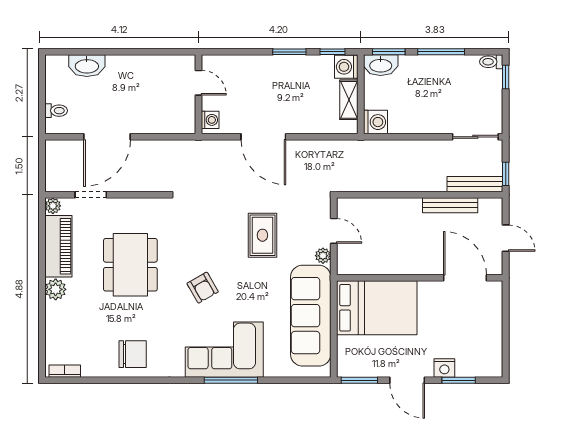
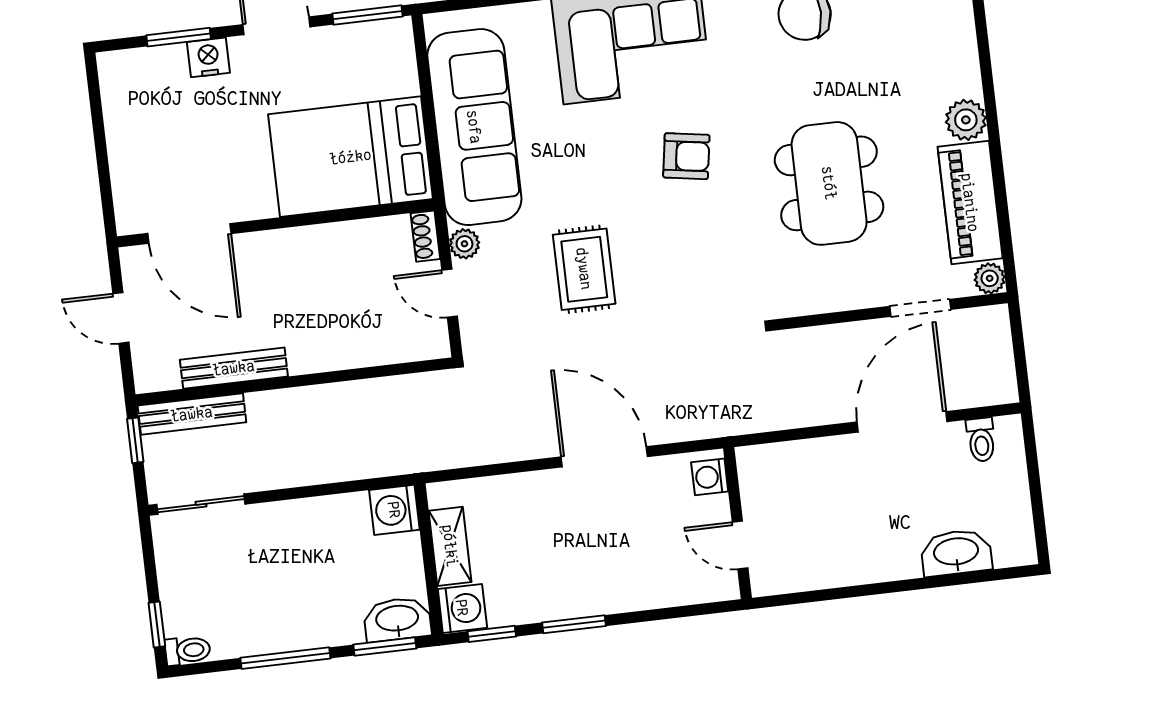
toilet: (56, 111) -> (981, 440), moved, turned -90
shoe rack: (343, 262) -> (425, 236), added
armchair: (203, 288) -> (686, 156), turned 129

